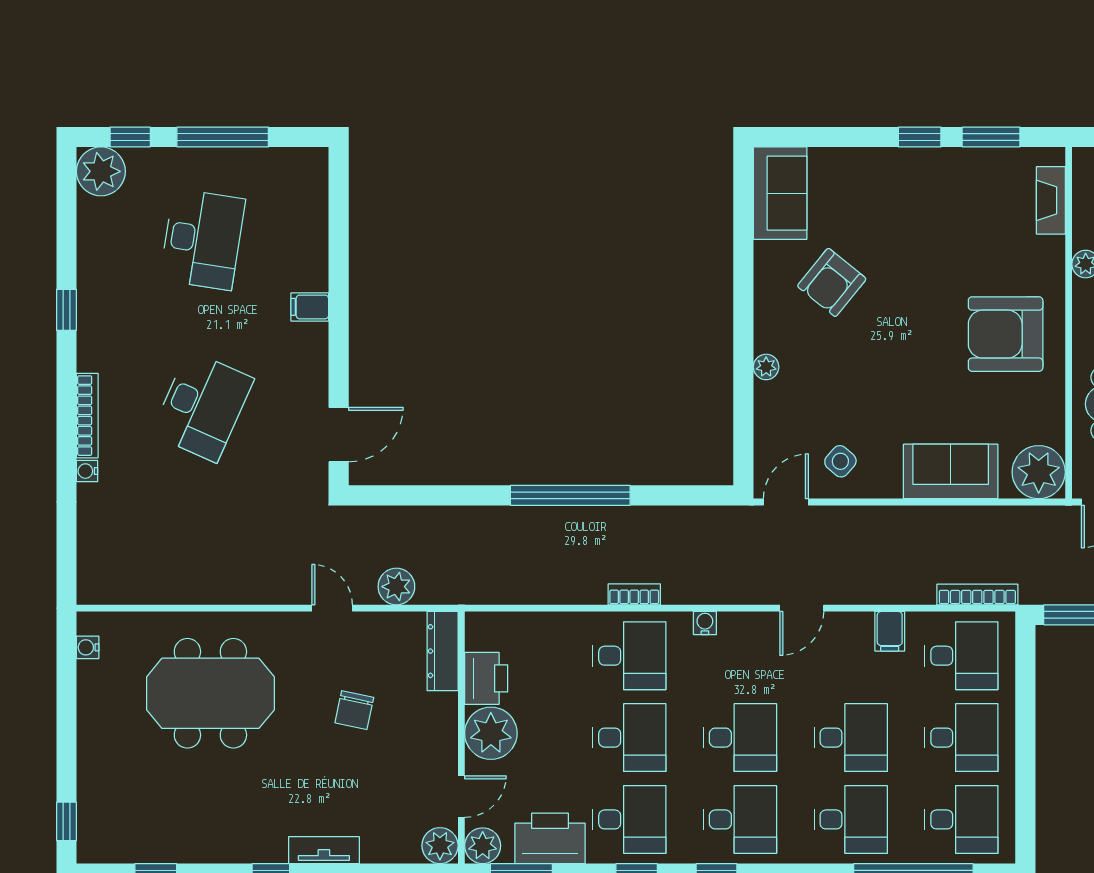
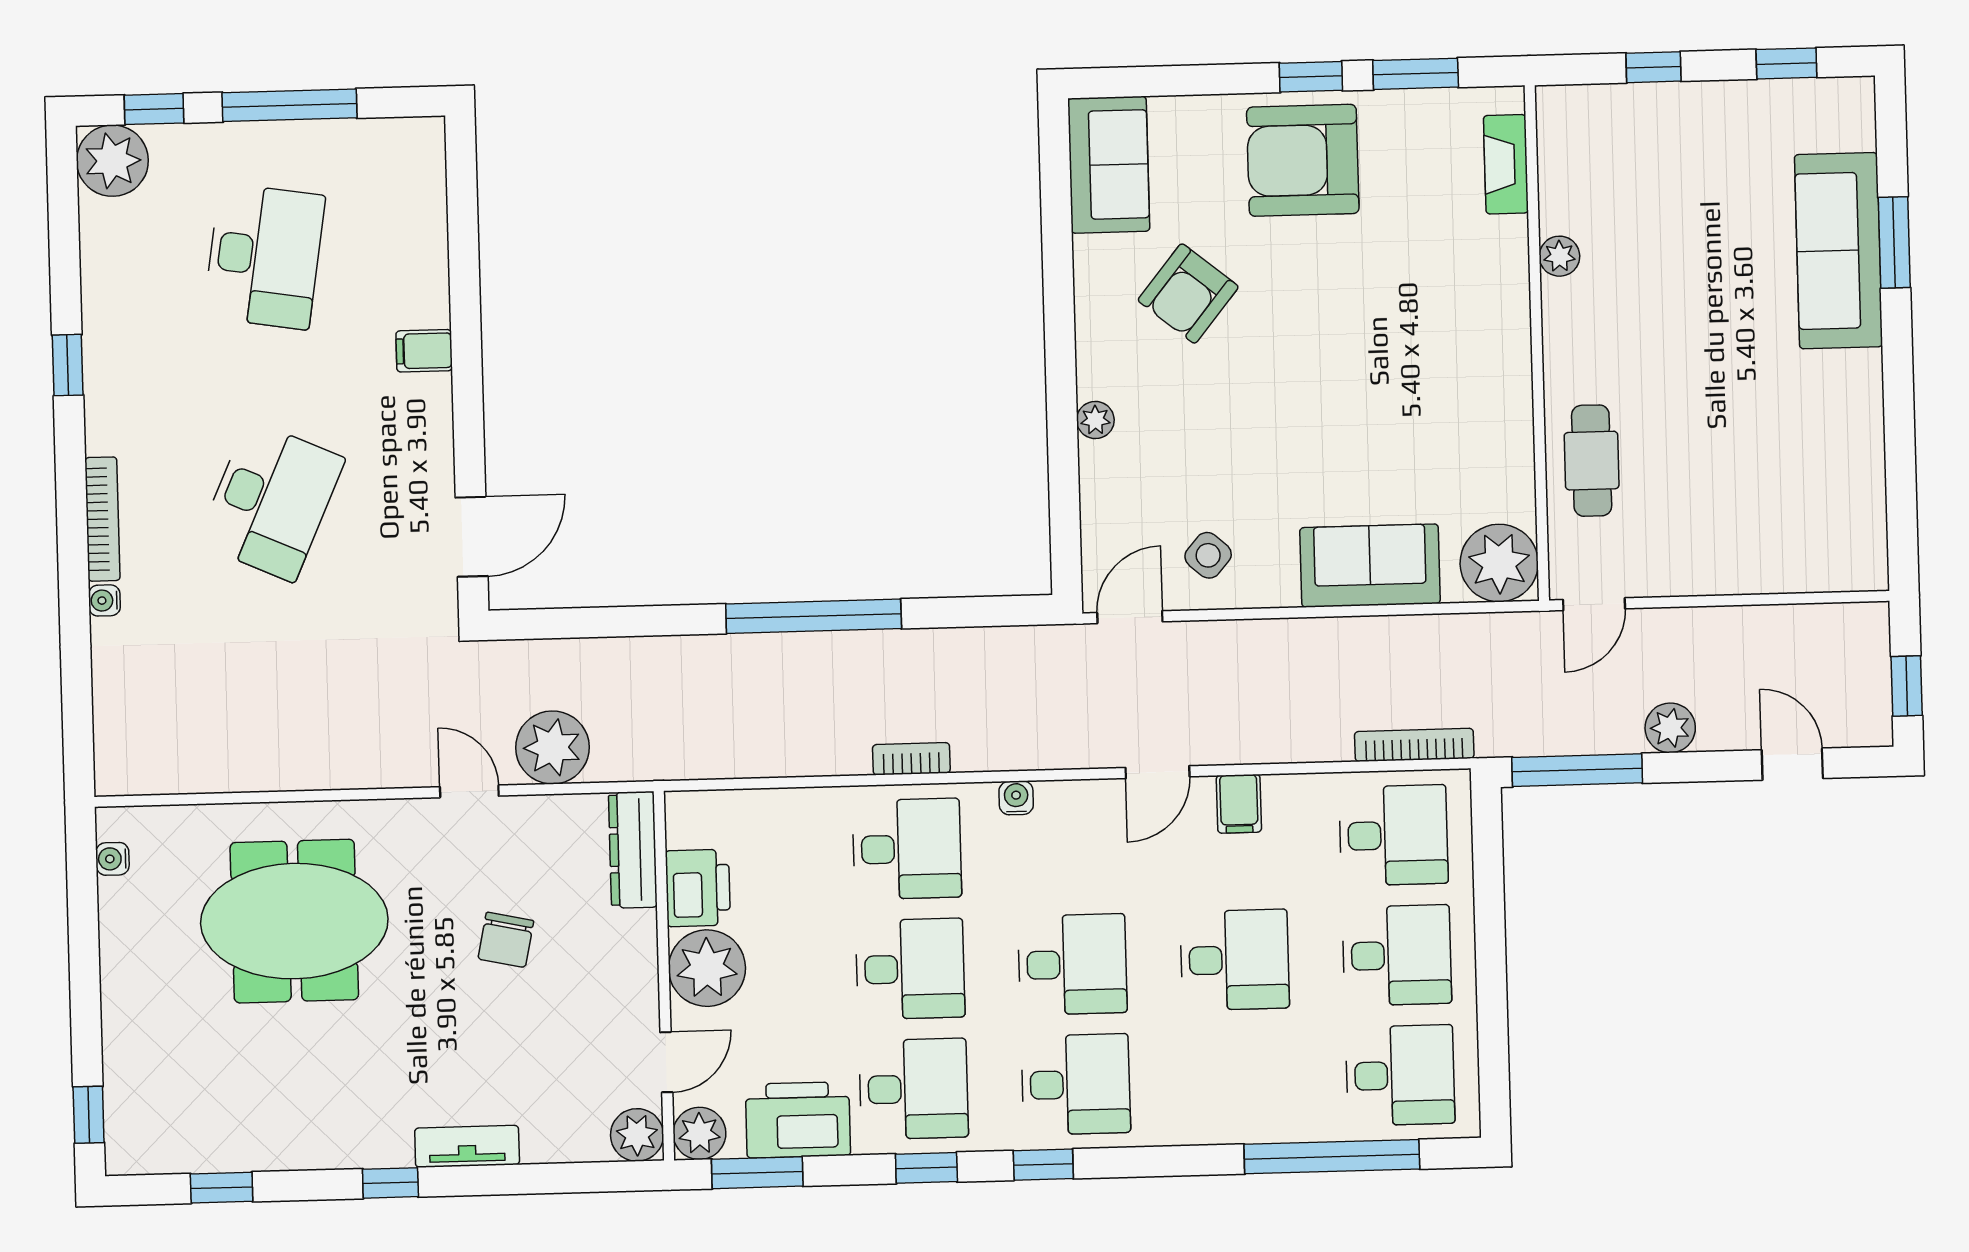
armchair: (1006, 334) -> (1303, 160), moved
plant: (396, 587) -> (552, 747), width x1.36, depth x1.36
filing cabinet: (890, 631) -> (1239, 804), moved
desk: (851, 819) -> (1238, 1080), removed

